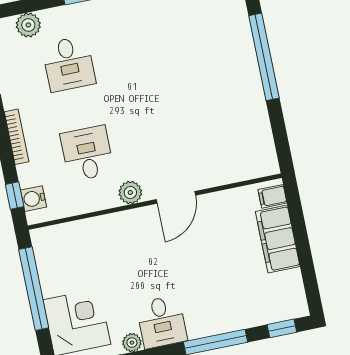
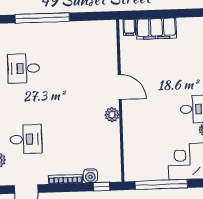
desk: (87, 154) -> (24, 68), moved
water cooler: (33, 199) -> (90, 176), moved

